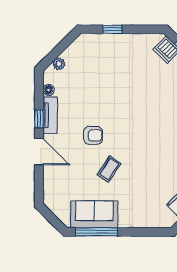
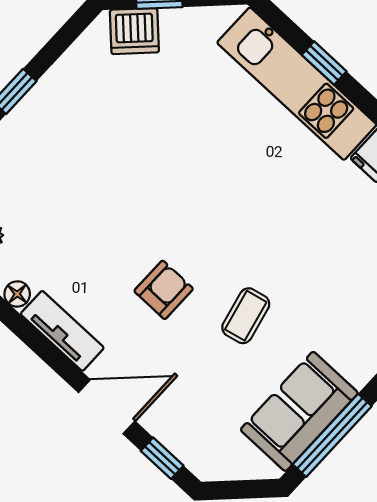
window: (39, 119) -> (162, 458), moved
coffee table: (109, 169) -> (246, 316), turned 43

